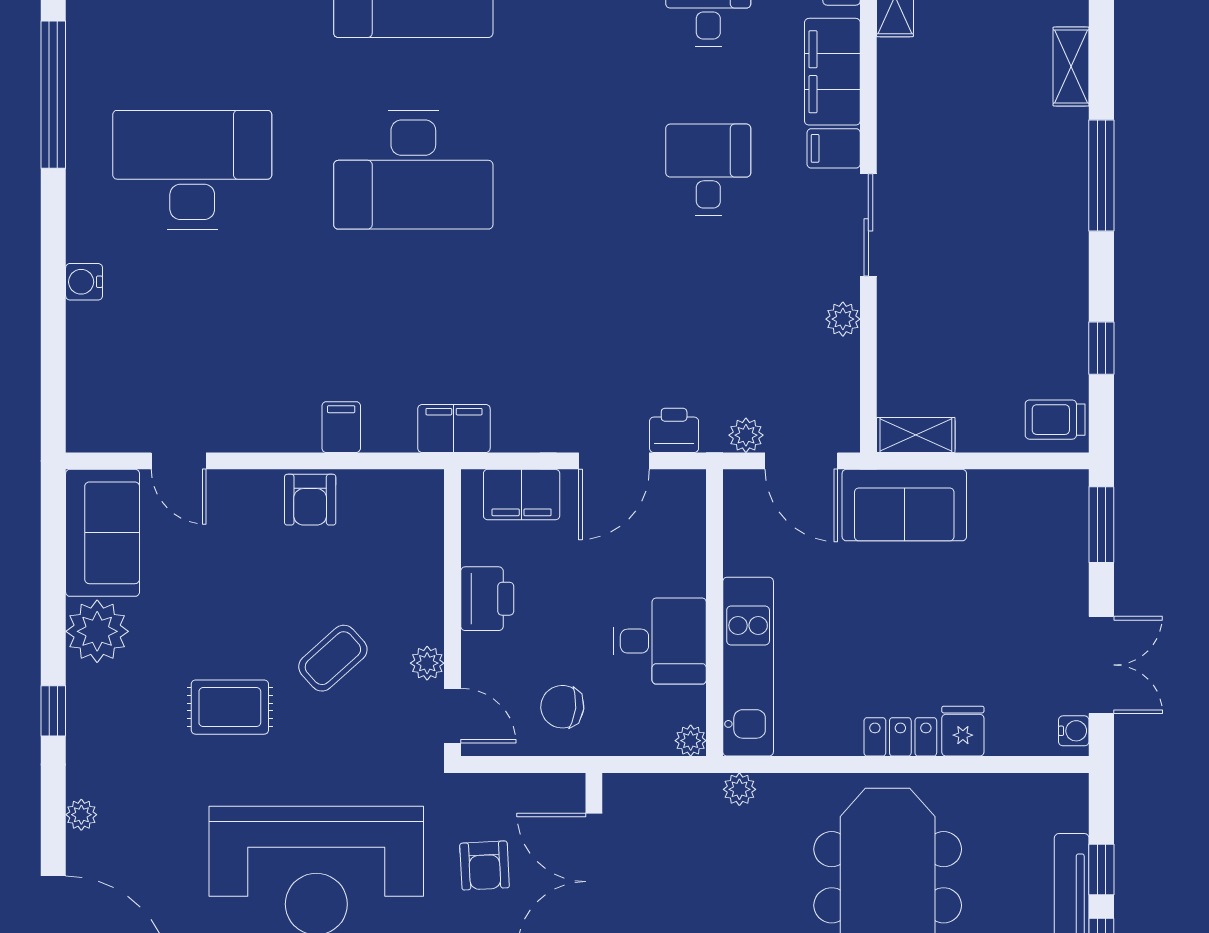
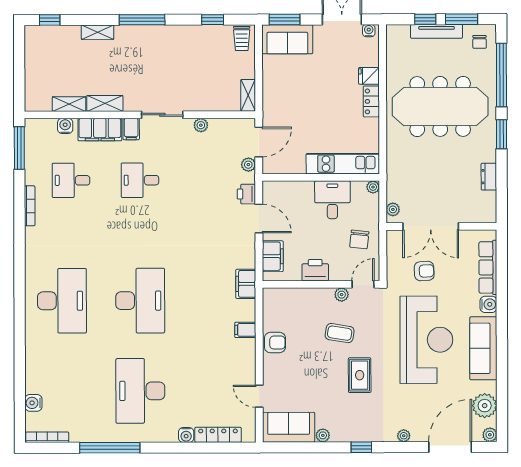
shelving: (896, 84) -> (105, 103), added
locker: (84, 360) -> (218, 435), added
door: (179, 461) -> (259, 396), swing flipped
sofa: (904, 505) -> (287, 39), moved, turned 90
plant: (97, 631) -> (323, 435), width x0.53, depth x0.53
coffee table: (333, 658) -> (340, 333), turned -39
plant: (739, 789) -> (393, 209), moved

